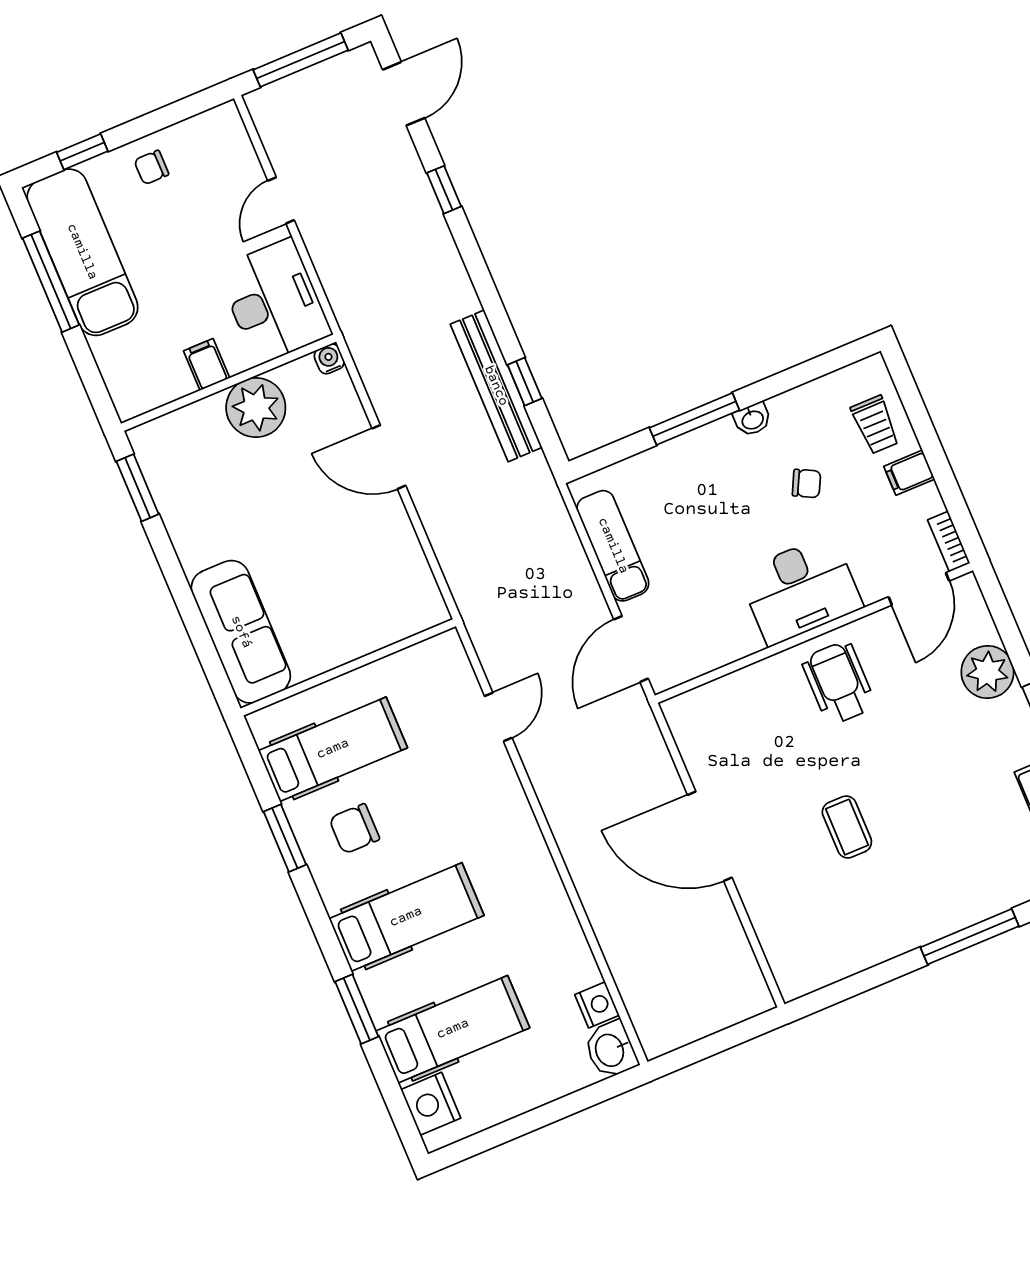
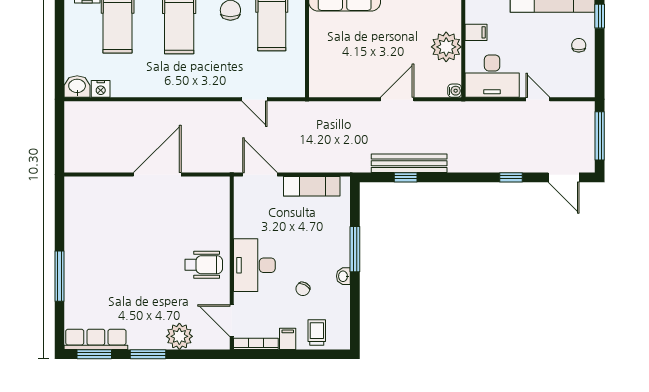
trolley: (875, 425) -> (317, 332), turned 90
bookcase: (949, 542) -> (256, 344), width x1.56
coffee table: (847, 827) -> (135, 240), removed

